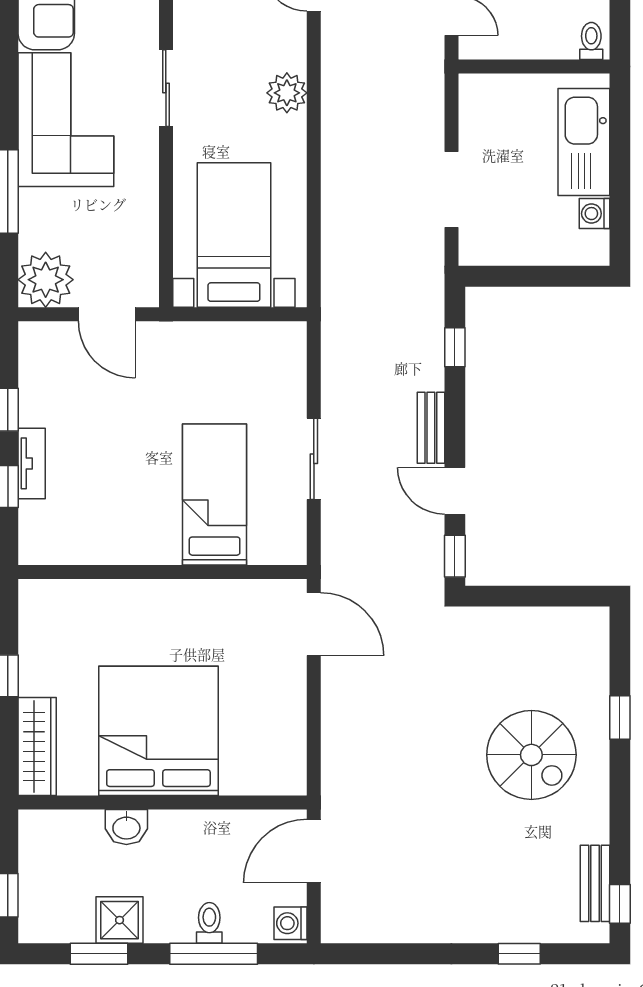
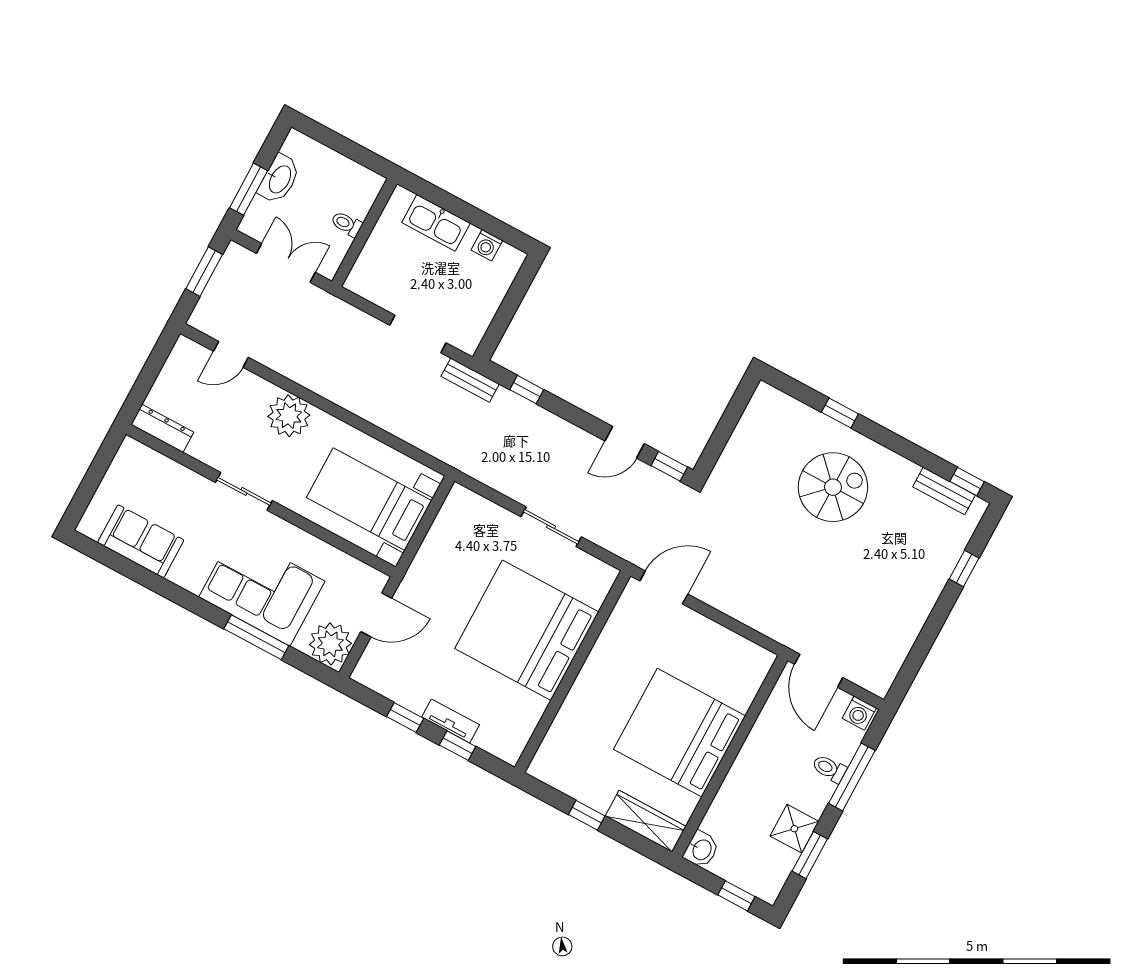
toilet: (591, 41) -> (347, 224), moved
plant: (287, 93) -> (289, 416), width x1.36, depth x1.36
corner sofa: (66, 120) -> (262, 589), moved
kitchen sink: (584, 142) -> (436, 223), width x0.73, depth x0.81
bench: (431, 428) -> (470, 380), moved
bed: (215, 494) -> (527, 630), width x2.04
washbasin: (126, 827) -> (701, 849), moved

